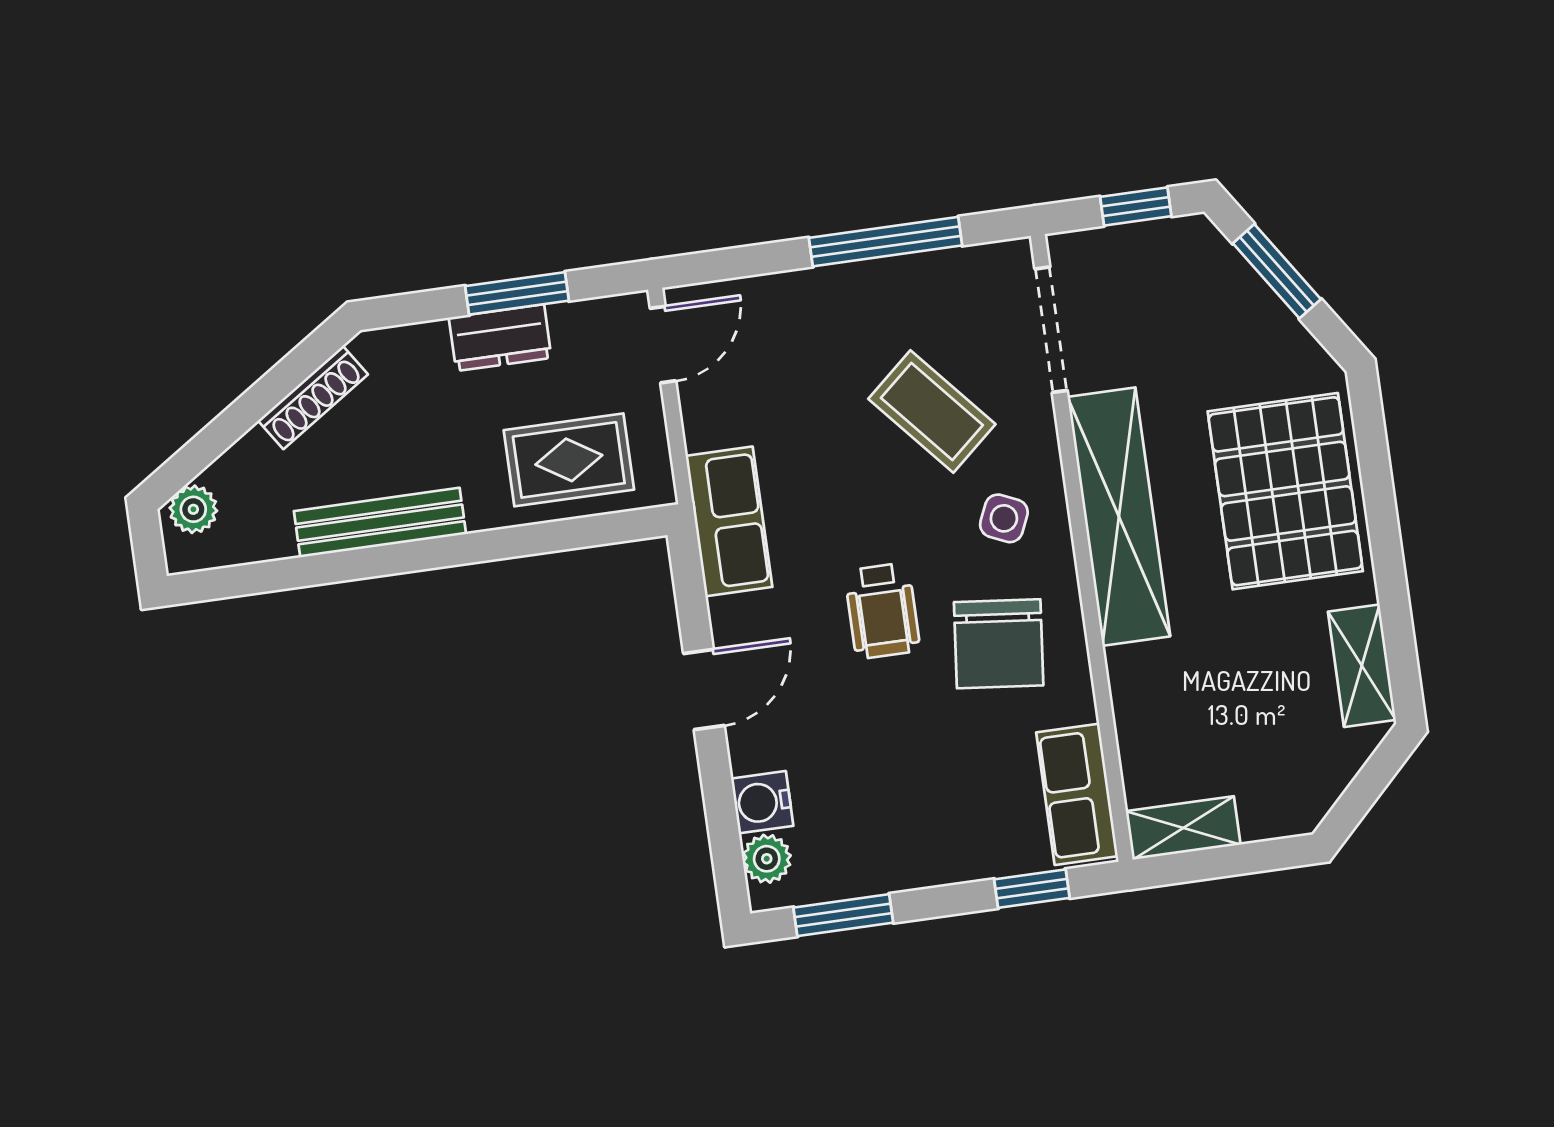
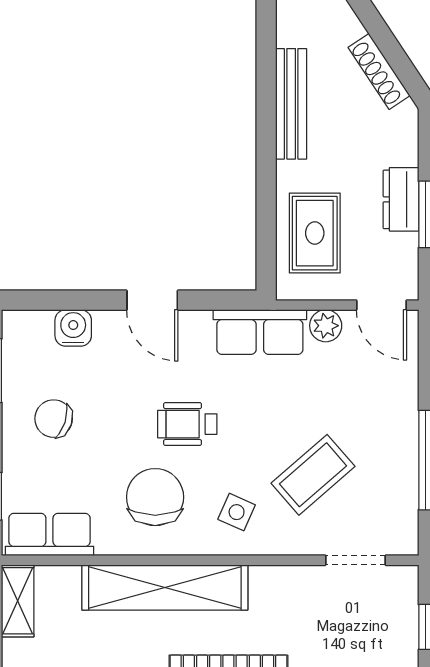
doorway: (1051, 330) -> (356, 560), width x0.73
shelving: (1119, 517) -> (165, 587), moved
chair: (999, 644) -> (155, 497), turned 84
chair: (902, 812) -> (54, 419), added
plant: (767, 859) -> (326, 326), moved

